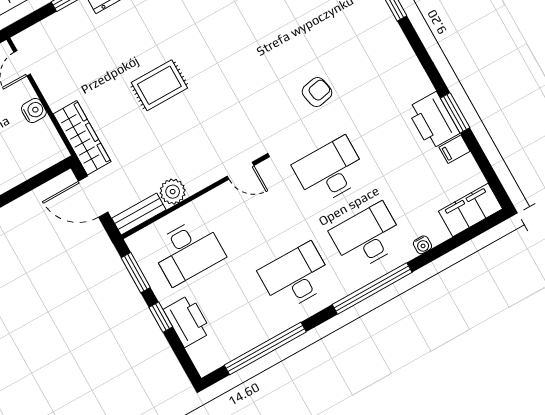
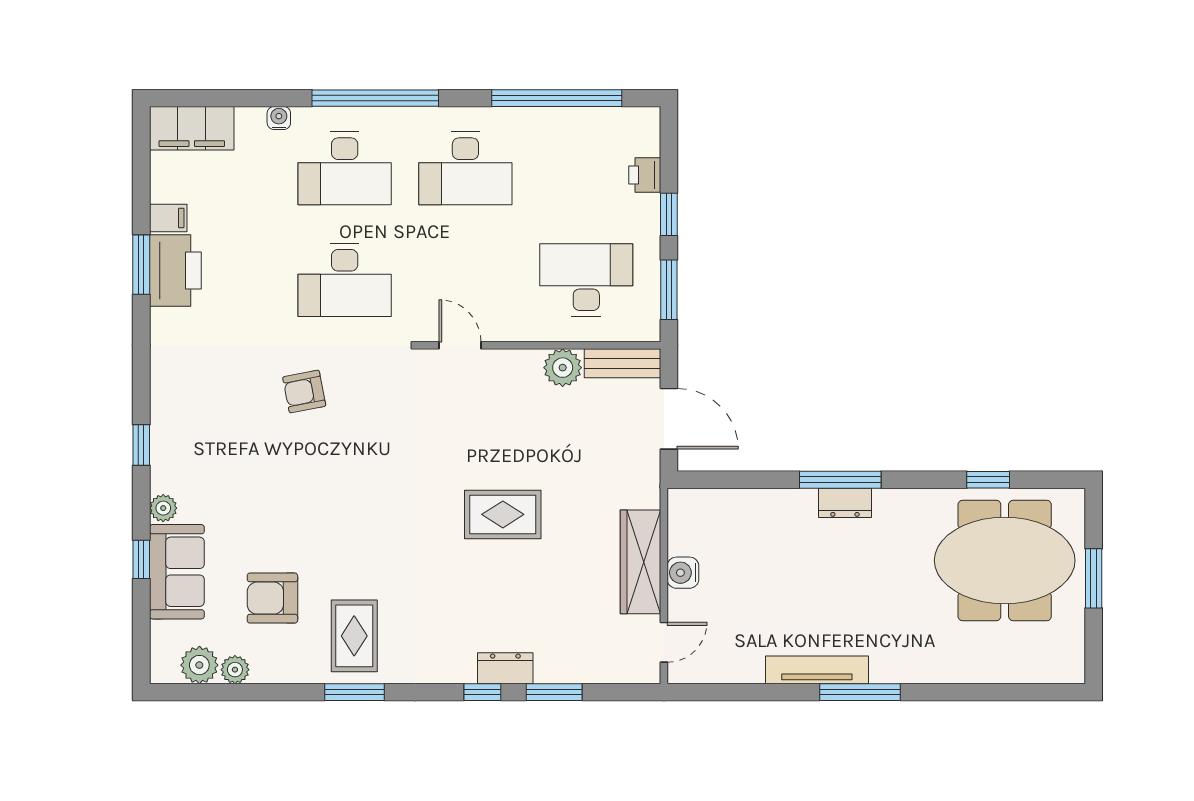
wardrobe: (82, 138) -> (640, 562), moved
printer: (187, 321) -> (645, 175), width x0.53, depth x0.68

